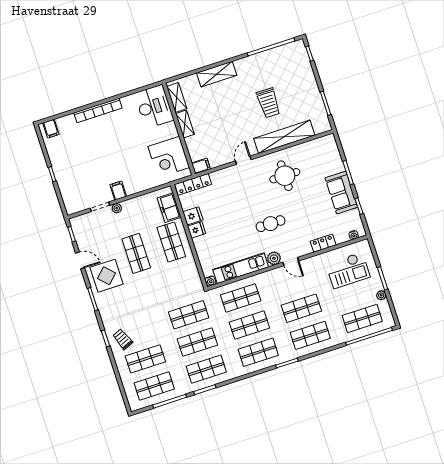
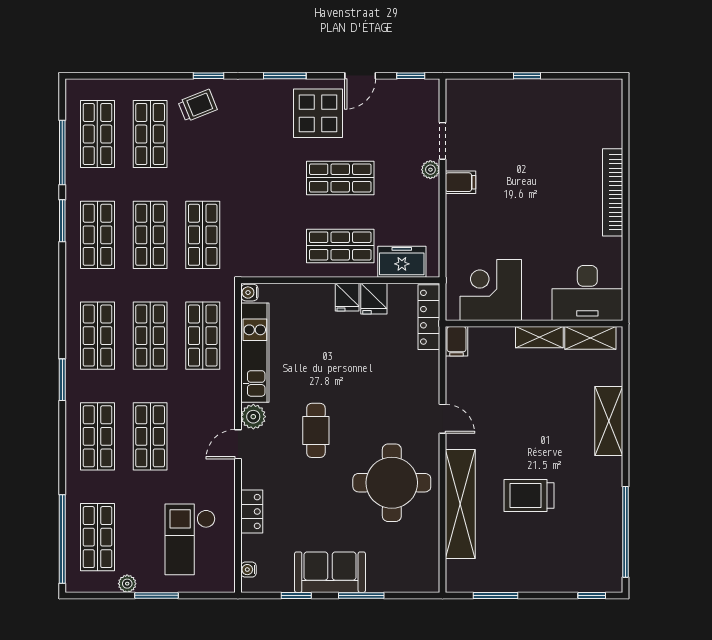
filing cabinet: (51, 129) -> (608, 100), removed
round table: (285, 176) -> (392, 483), width x1.36, depth x1.36

